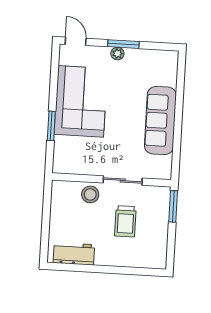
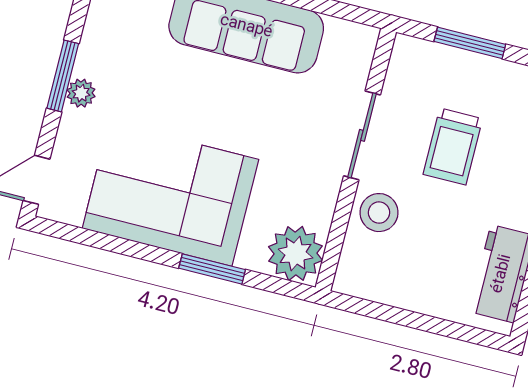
plant: (65, 161) -> (296, 254), added
window: (173, 206) -> (470, 43), moved
trolley: (125, 221) -> (453, 147), turned 90

